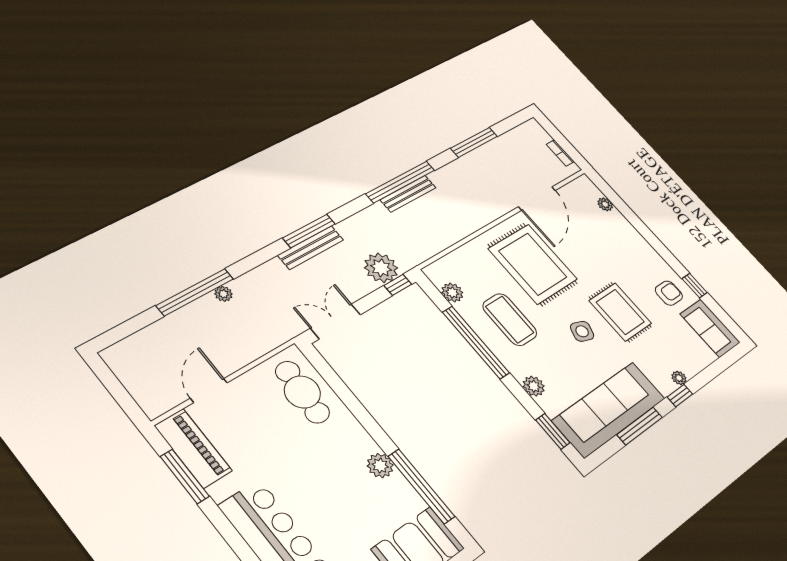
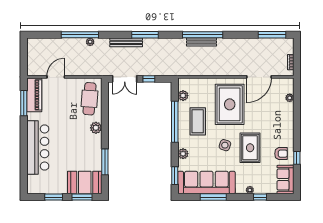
window: (474, 142) -> (272, 35), moved
bench: (311, 248) -> (126, 42), moved
plant: (381, 268) -> (162, 68), removed
window: (398, 285) -> (149, 79), moved
double door: (335, 321) -> (125, 79), swing flipped
window: (680, 396) -> (260, 197), moved
plant: (380, 466) -> (96, 128), moved
window: (421, 486) -> (105, 162), width x0.68

